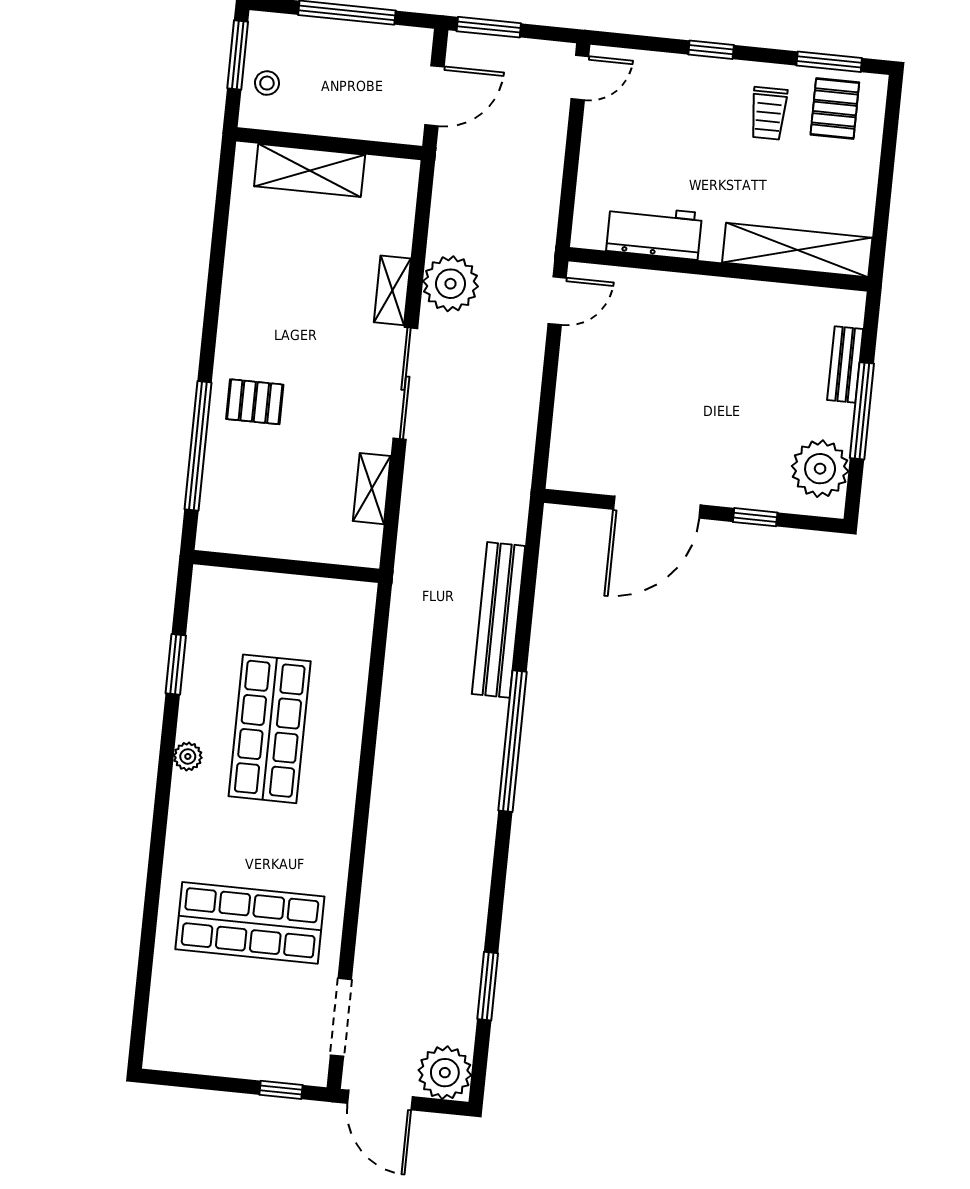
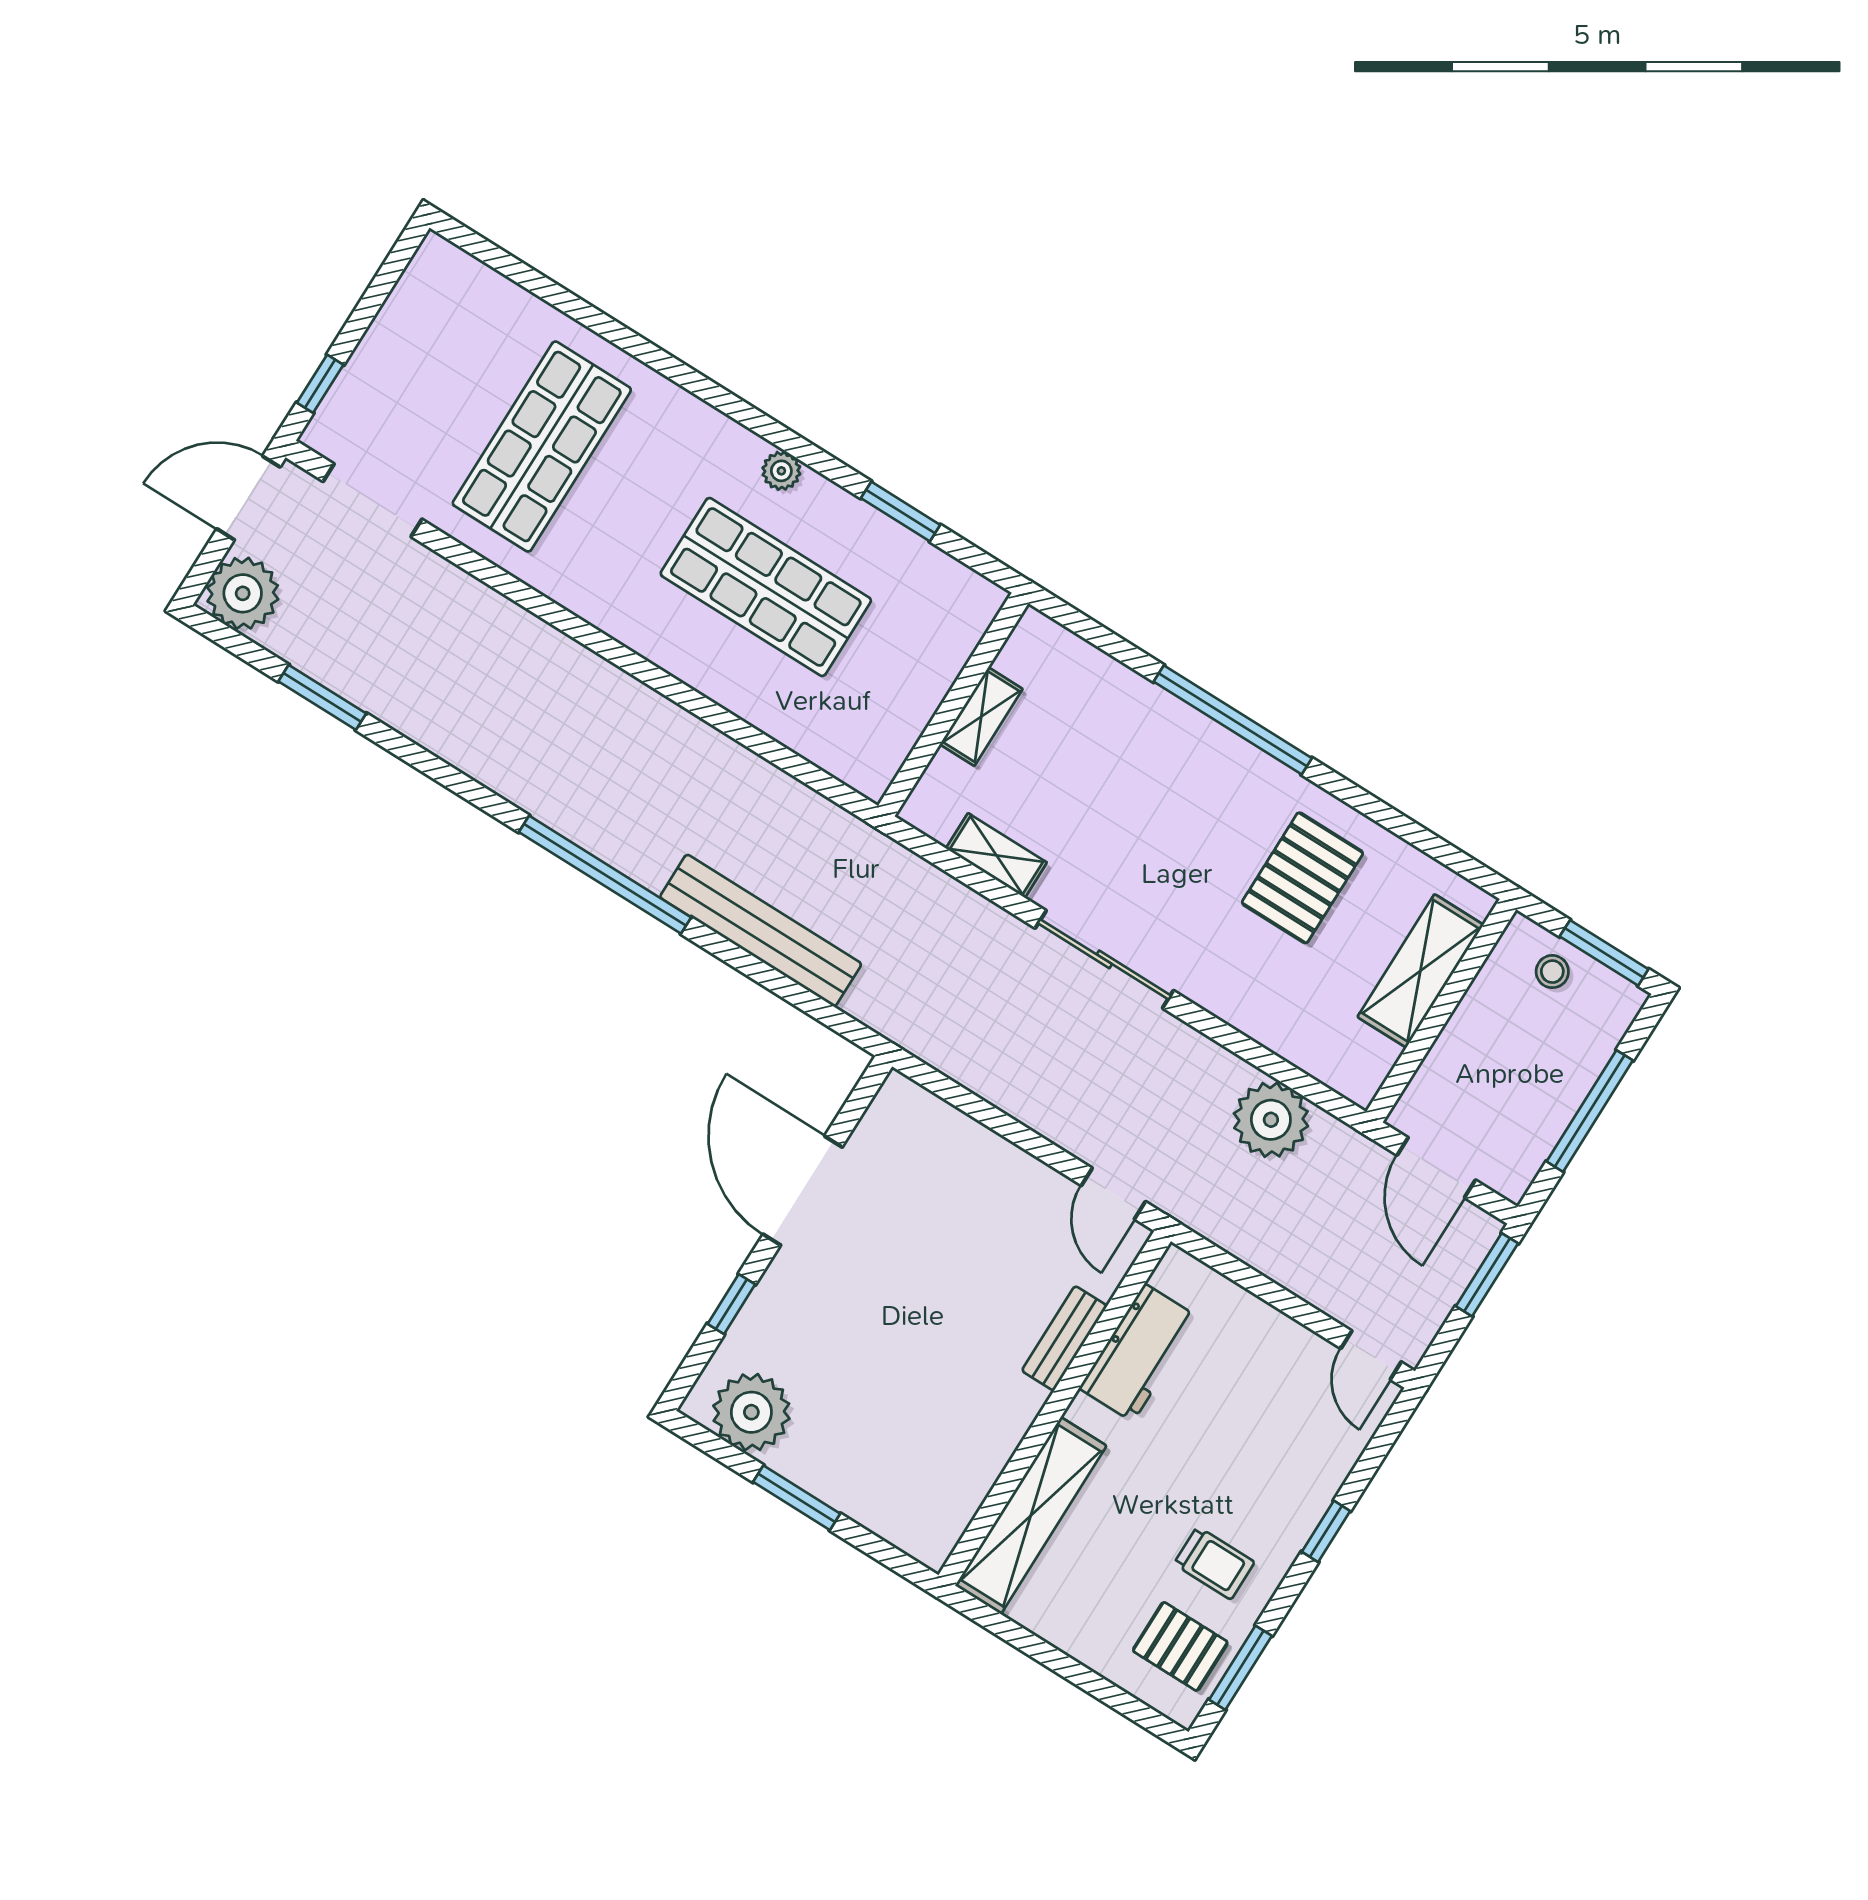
trolley: (769, 113) -> (1214, 1563), turned 180
plant: (450, 284) -> (1271, 1120), moved
shelving: (392, 290) -> (981, 717), moved, turned 90
bench: (845, 365) -> (1064, 1338), moved, turned 90
pallet: (255, 402) -> (1302, 878), moved, width x1.50, depth x1.42
window: (862, 411) -> (797, 1498), width x0.69
window: (198, 446) -> (1233, 720), moved

